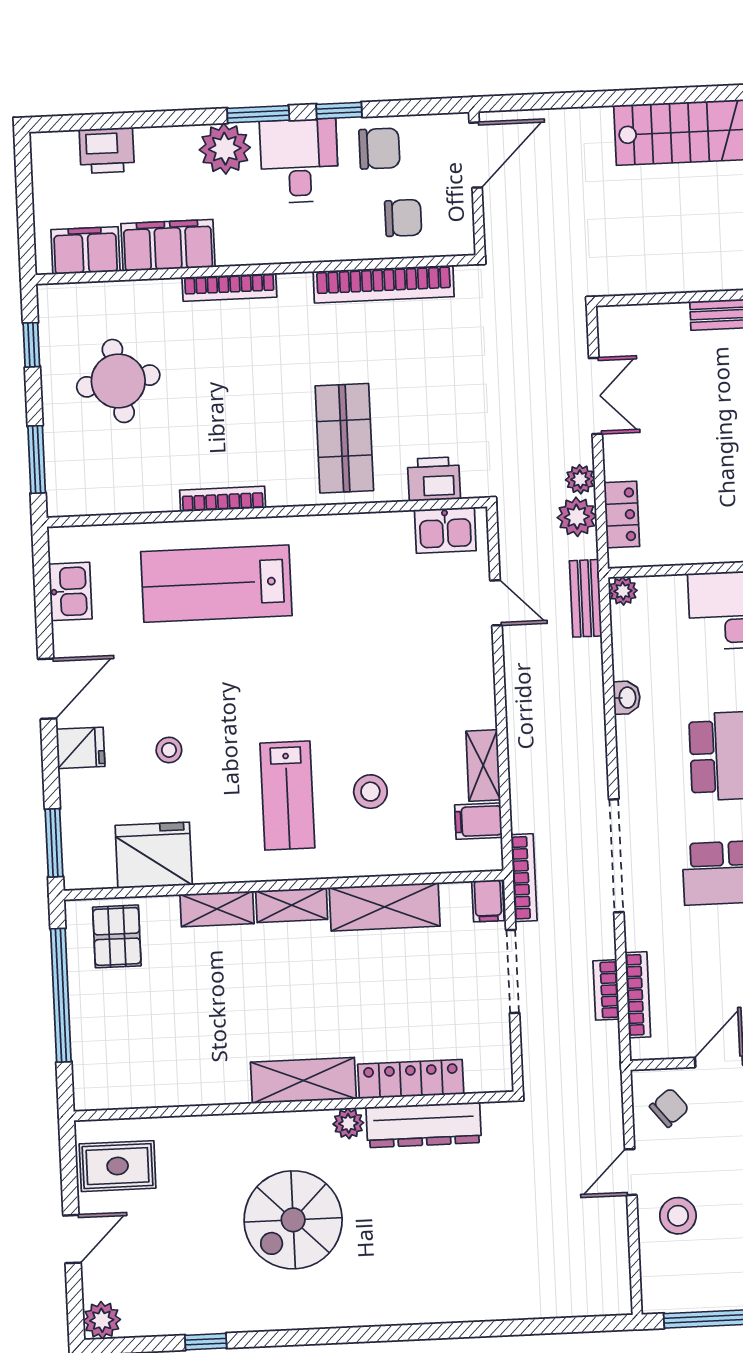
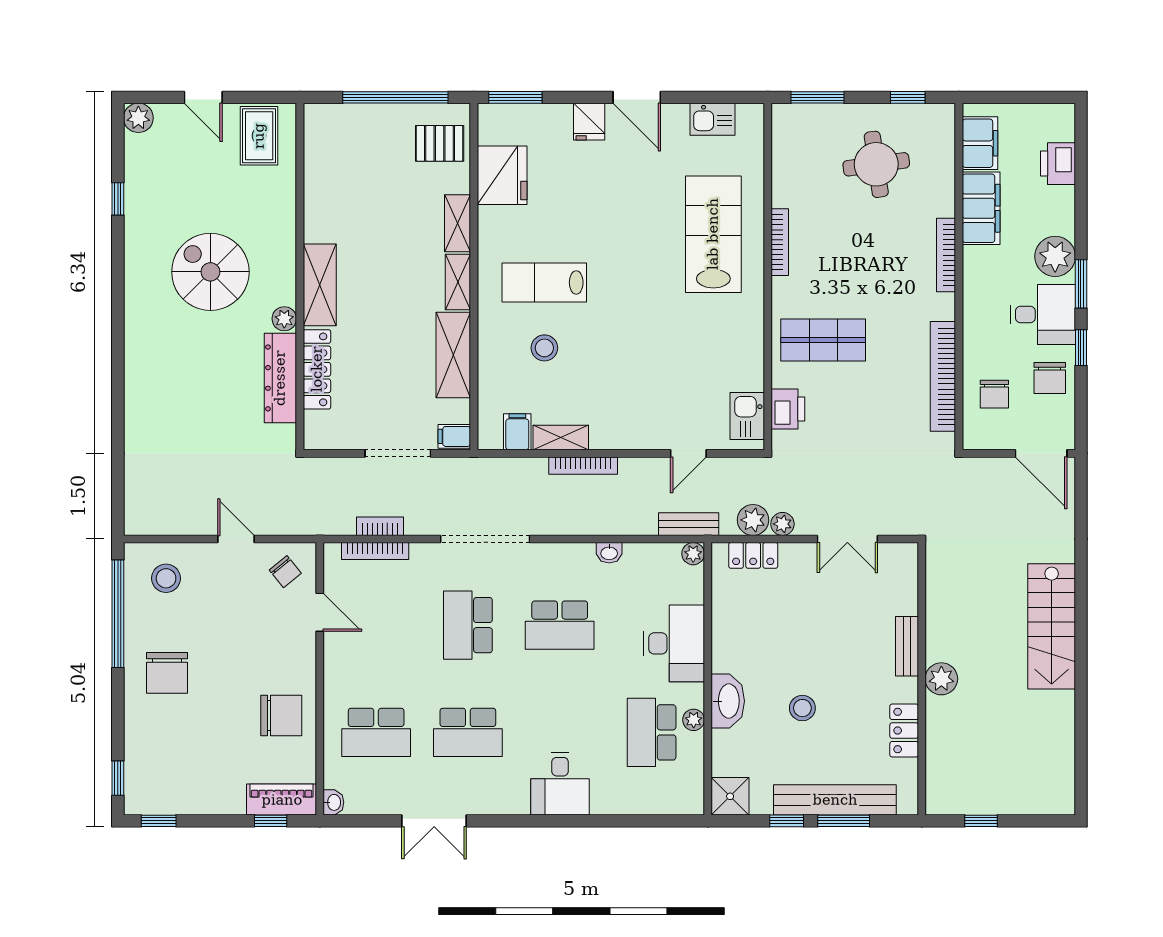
stool: (169, 750) -> (584, 191), removed
bookcase: (524, 878) -> (583, 466), moved
stool: (678, 1216) -> (166, 578), moved

